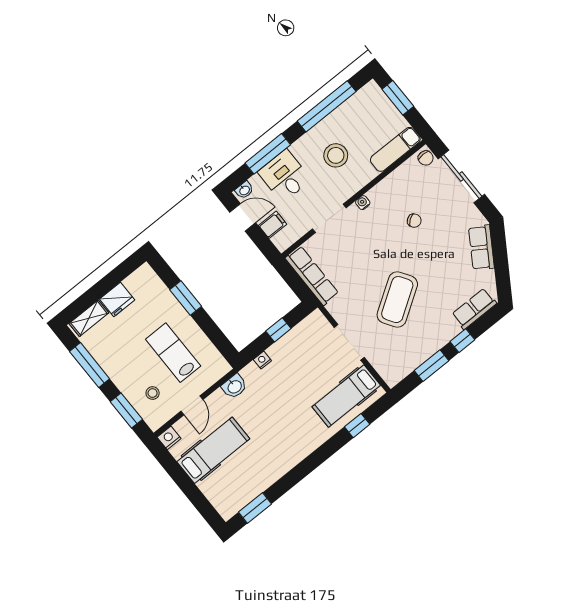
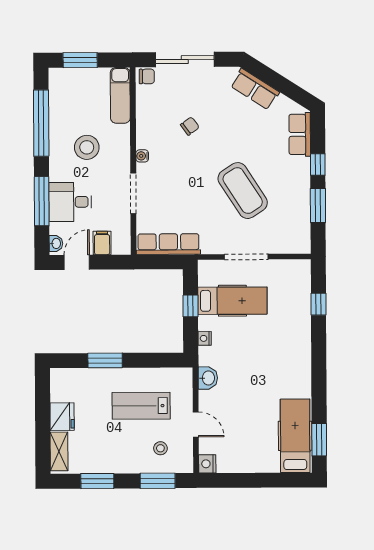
window: (90, 365) -> (97, 481), width x0.69
hospital bed: (346, 396) -> (232, 301), moved, turned -90
hospital bed: (213, 450) -> (295, 436), moved

